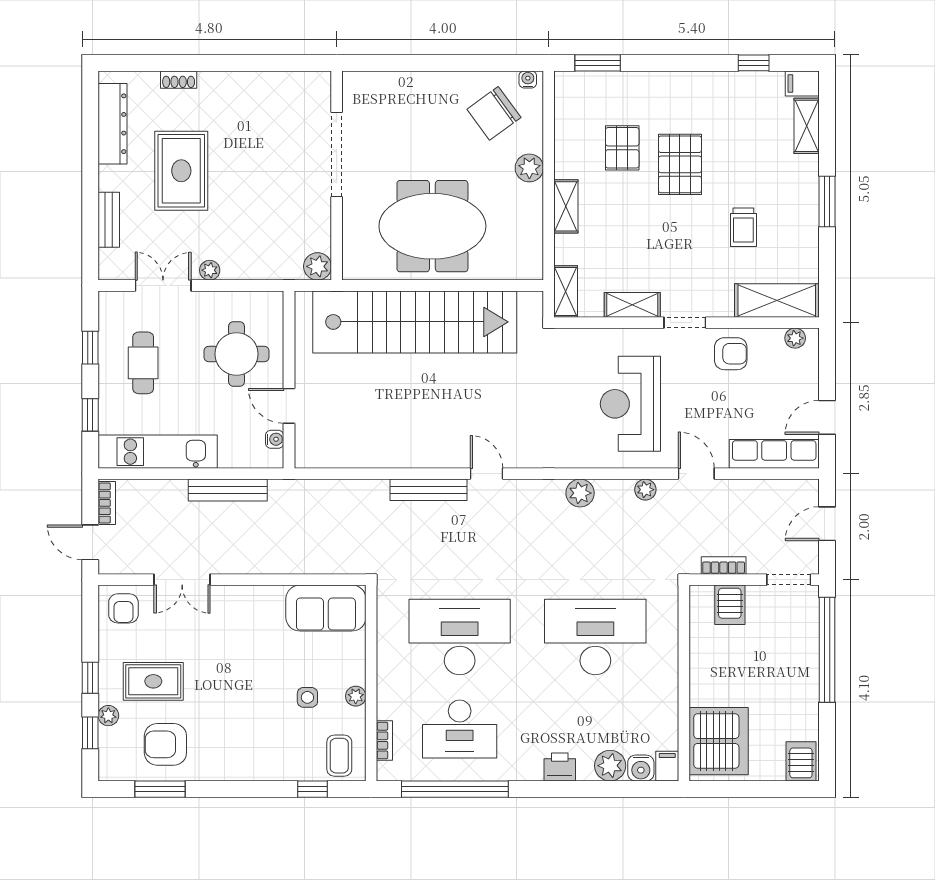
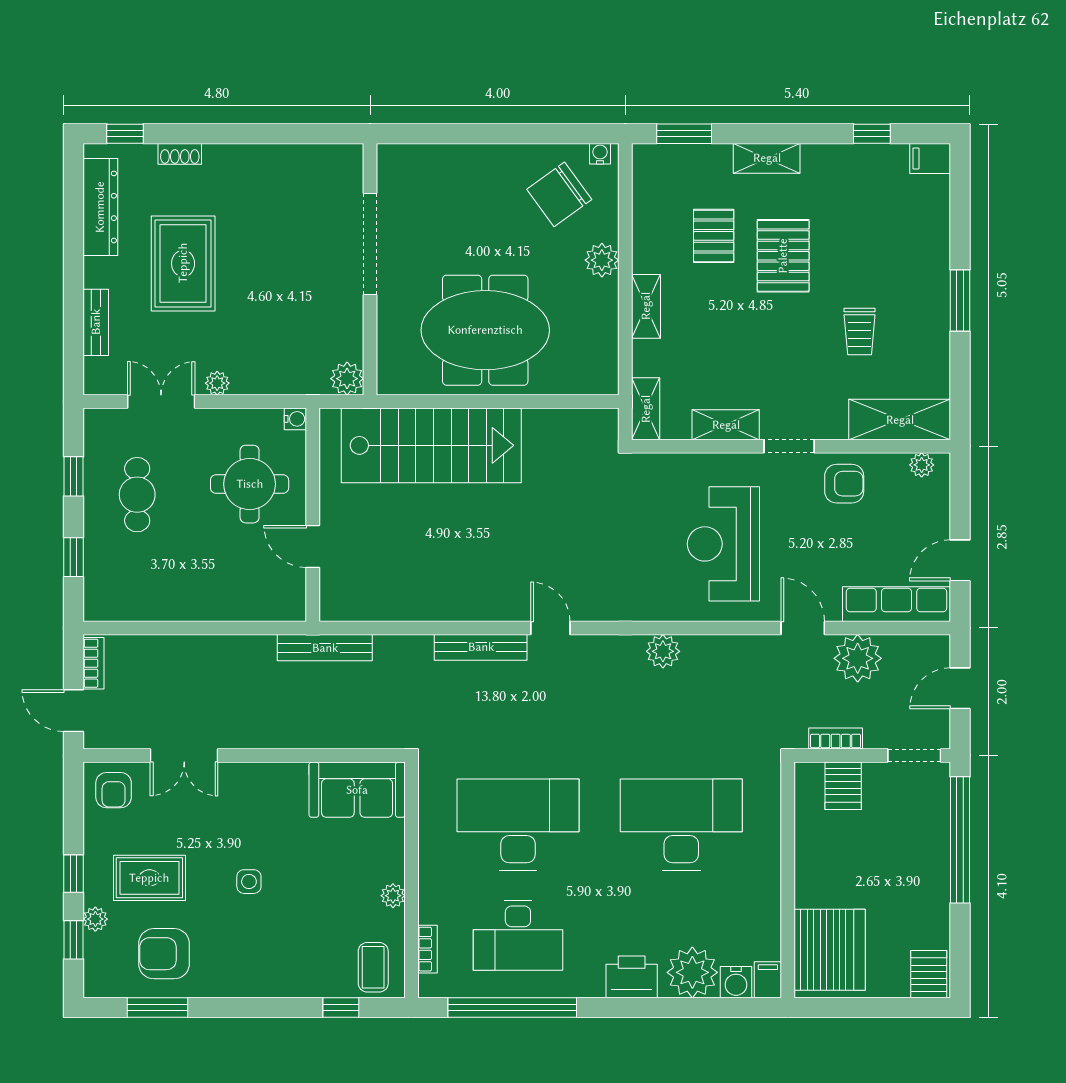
window: (133, 63) -> (125, 134), added
shelving: (807, 126) -> (767, 158), moved, turned 90
stairs: (415, 322) -> (431, 445), width x0.73
water cooler: (275, 439) -> (295, 419), moved
kitchen unit: (158, 452) -> (155, 601), removed
bench: (228, 490) -> (325, 648), moved
plant: (645, 490) -> (858, 658), moved, width x1.87, depth x1.87
side table: (307, 697) -> (249, 882), moved
plant: (610, 766) -> (692, 972), width x1.36, depth x1.36
printer: (560, 767) -> (632, 977), width x1.36, depth x1.24

